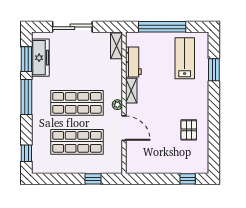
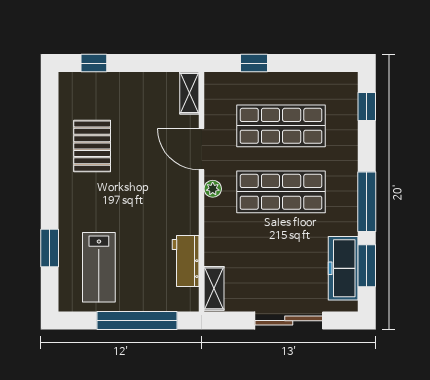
shelving: (131, 91) -> (189, 93), moved
pallet: (189, 130) -> (92, 146), width x1.50, depth x1.42

